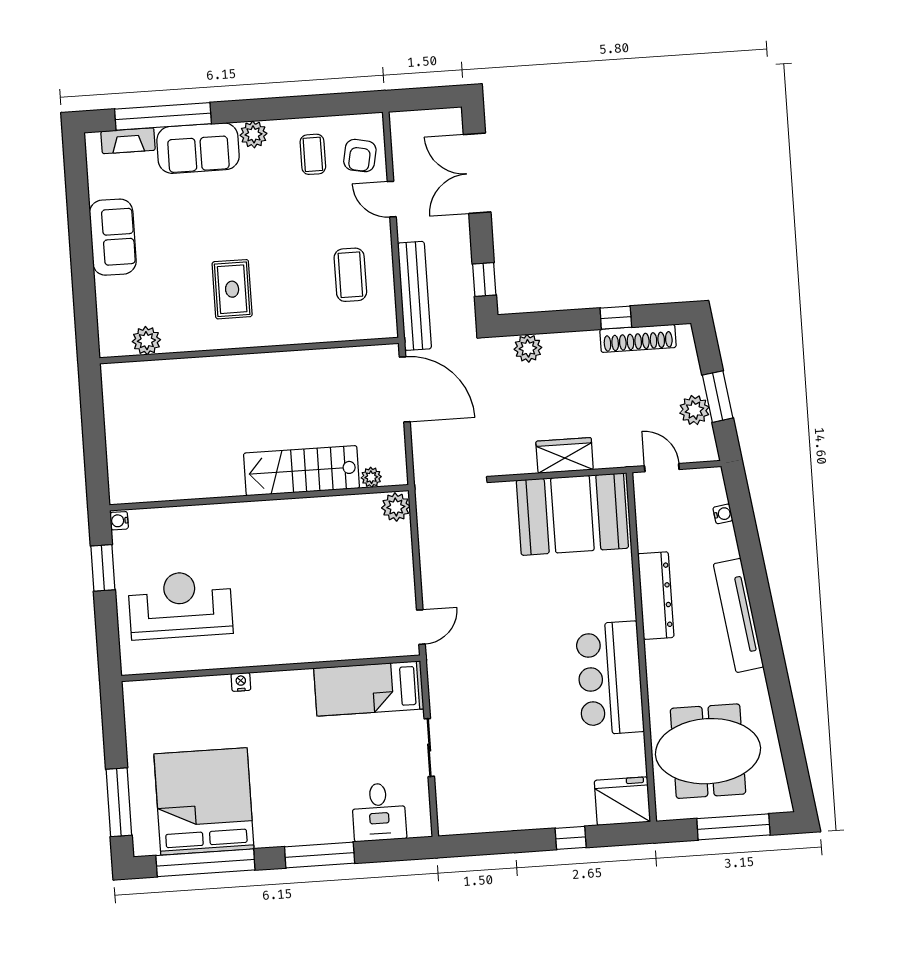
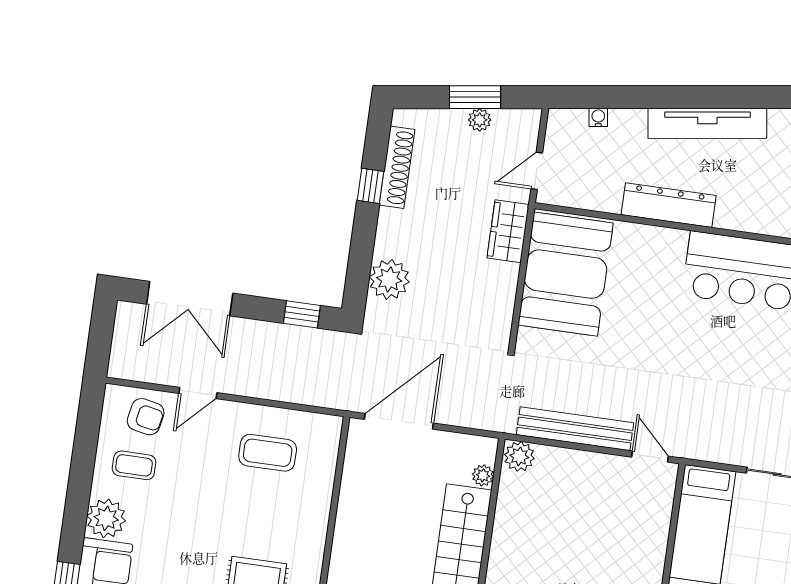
plant: (253, 134) -> (106, 518), width x1.36, depth x1.36
bench: (414, 296) -> (575, 429), moved
plant: (528, 348) -> (389, 279), width x1.36, depth x1.36
plant: (694, 410) -> (480, 120), width x0.73, depth x0.73
wardrobe: (565, 455) -> (508, 231), moved

